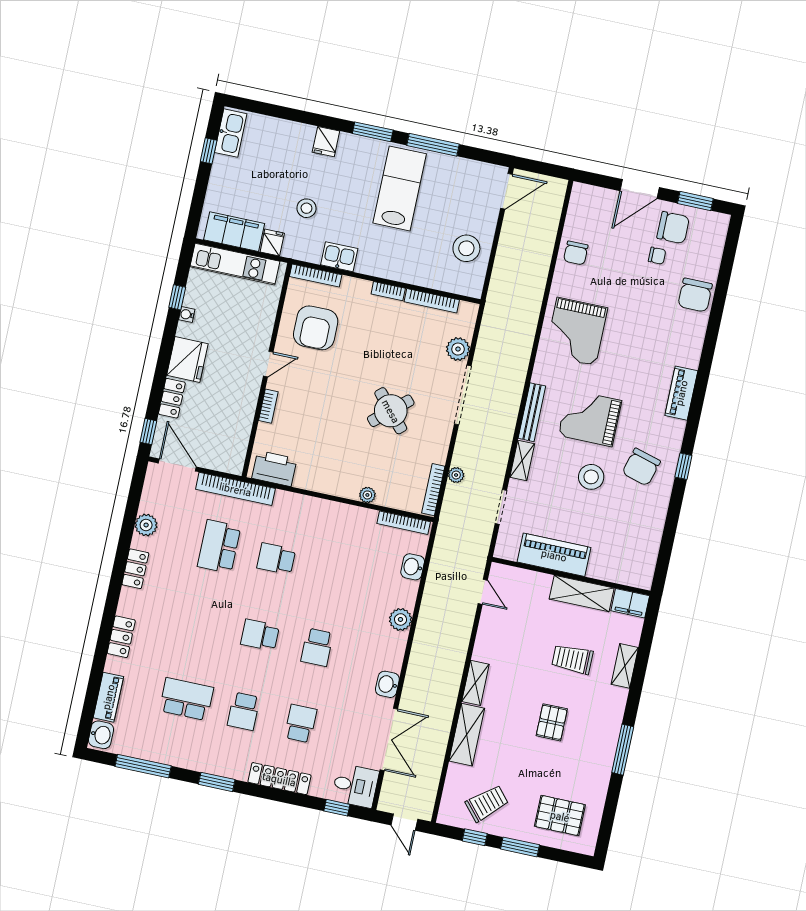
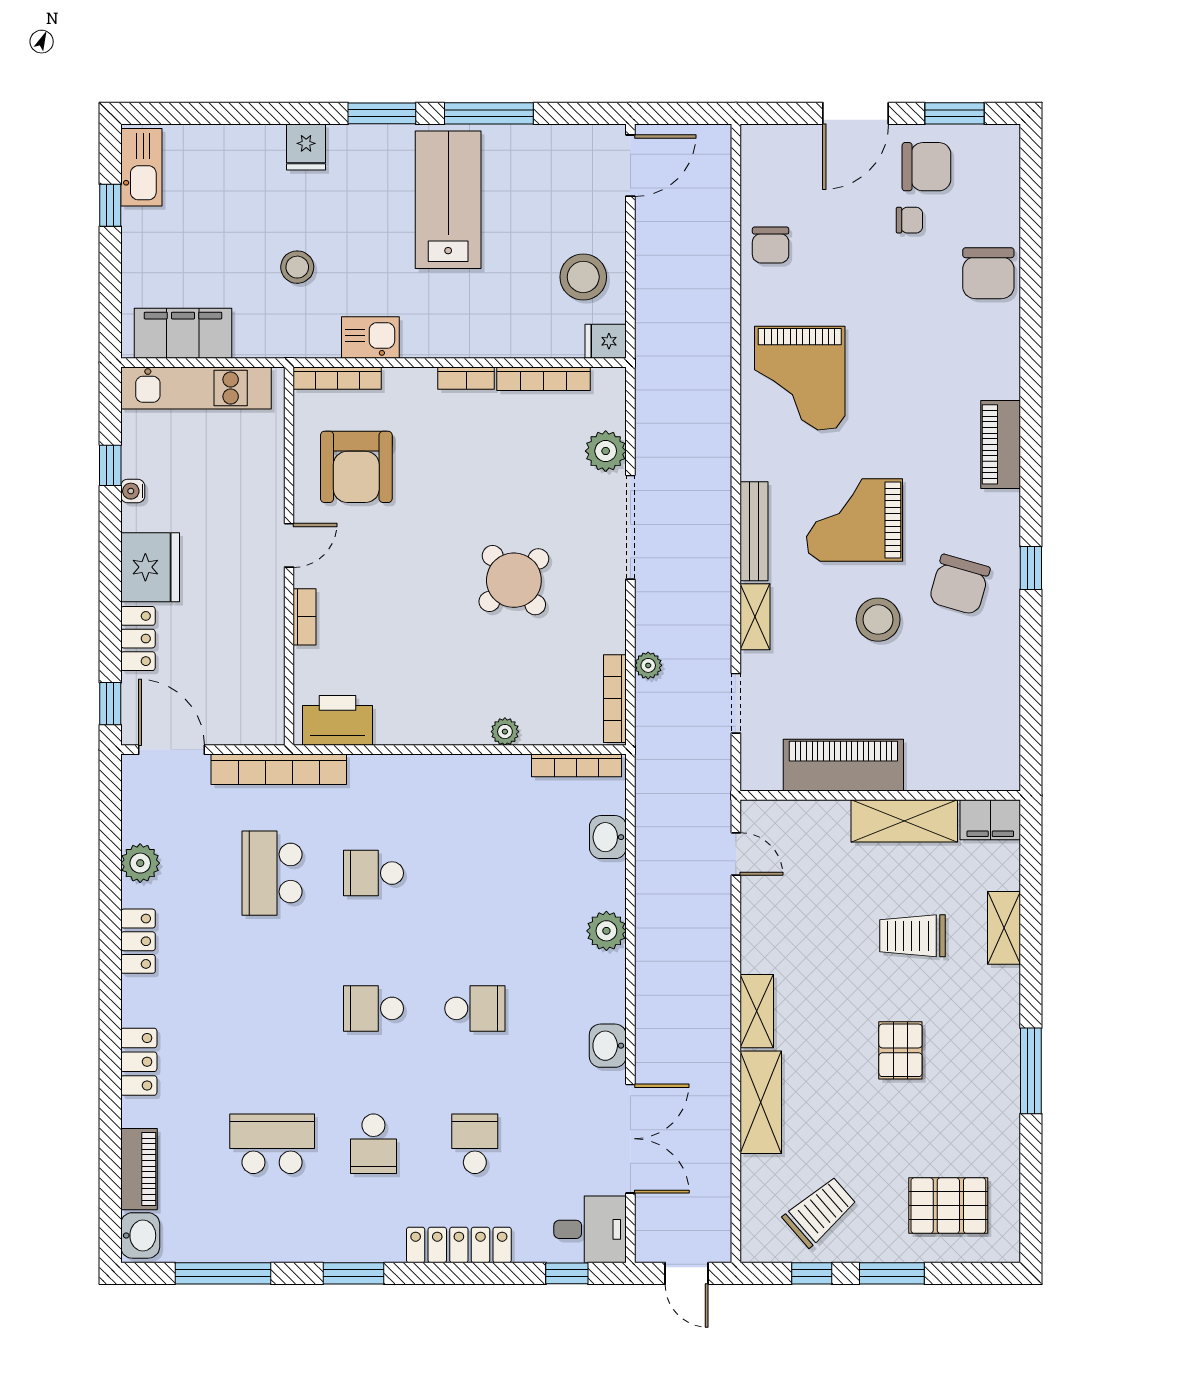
fridge: (272, 243) -> (606, 341), moved, turned -90
school desk: (317, 647) -> (475, 1008), turned -90

